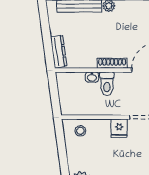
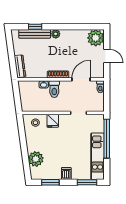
fridge: (119, 128) -> (53, 121), moved

